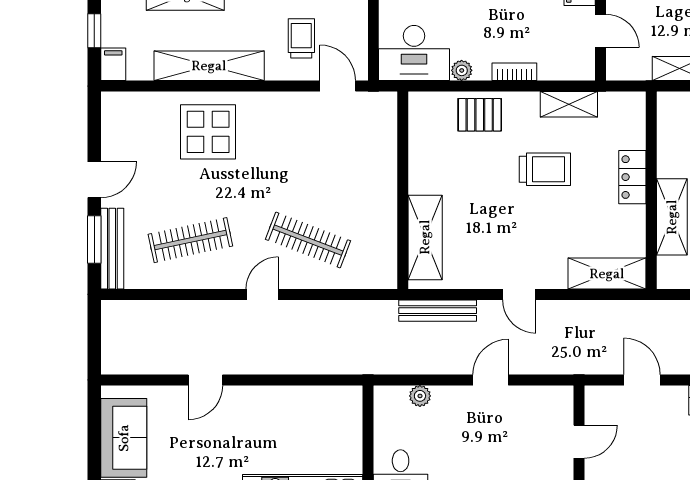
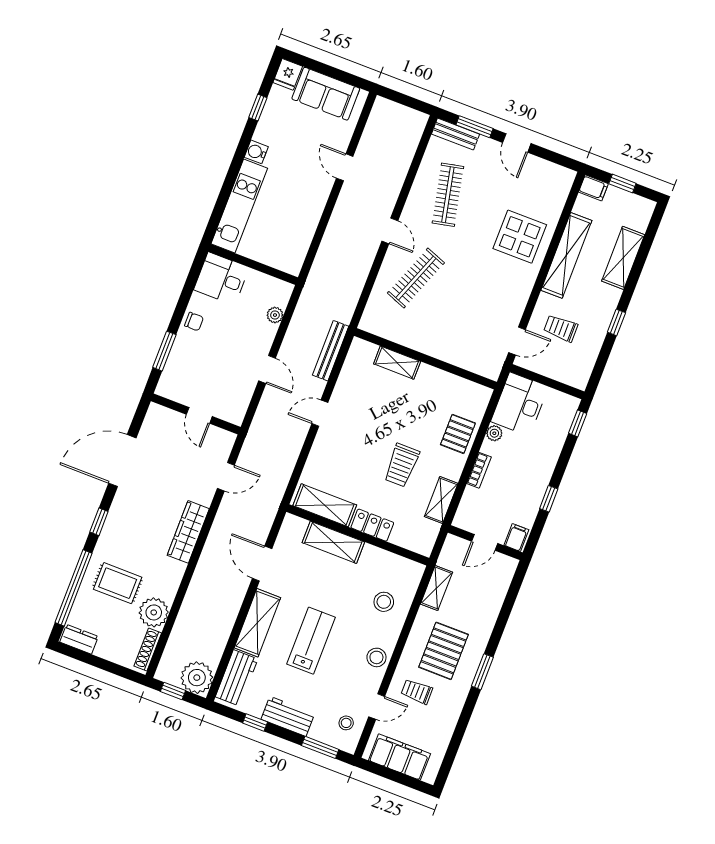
trolley: (301, 38) -> (561, 328), turned 180
shelving: (425, 237) -> (397, 363), width x0.67, depth x0.75
bench: (112, 249) -> (455, 134), width x0.73
shelving: (607, 274) -> (325, 505), moved, turned 90

